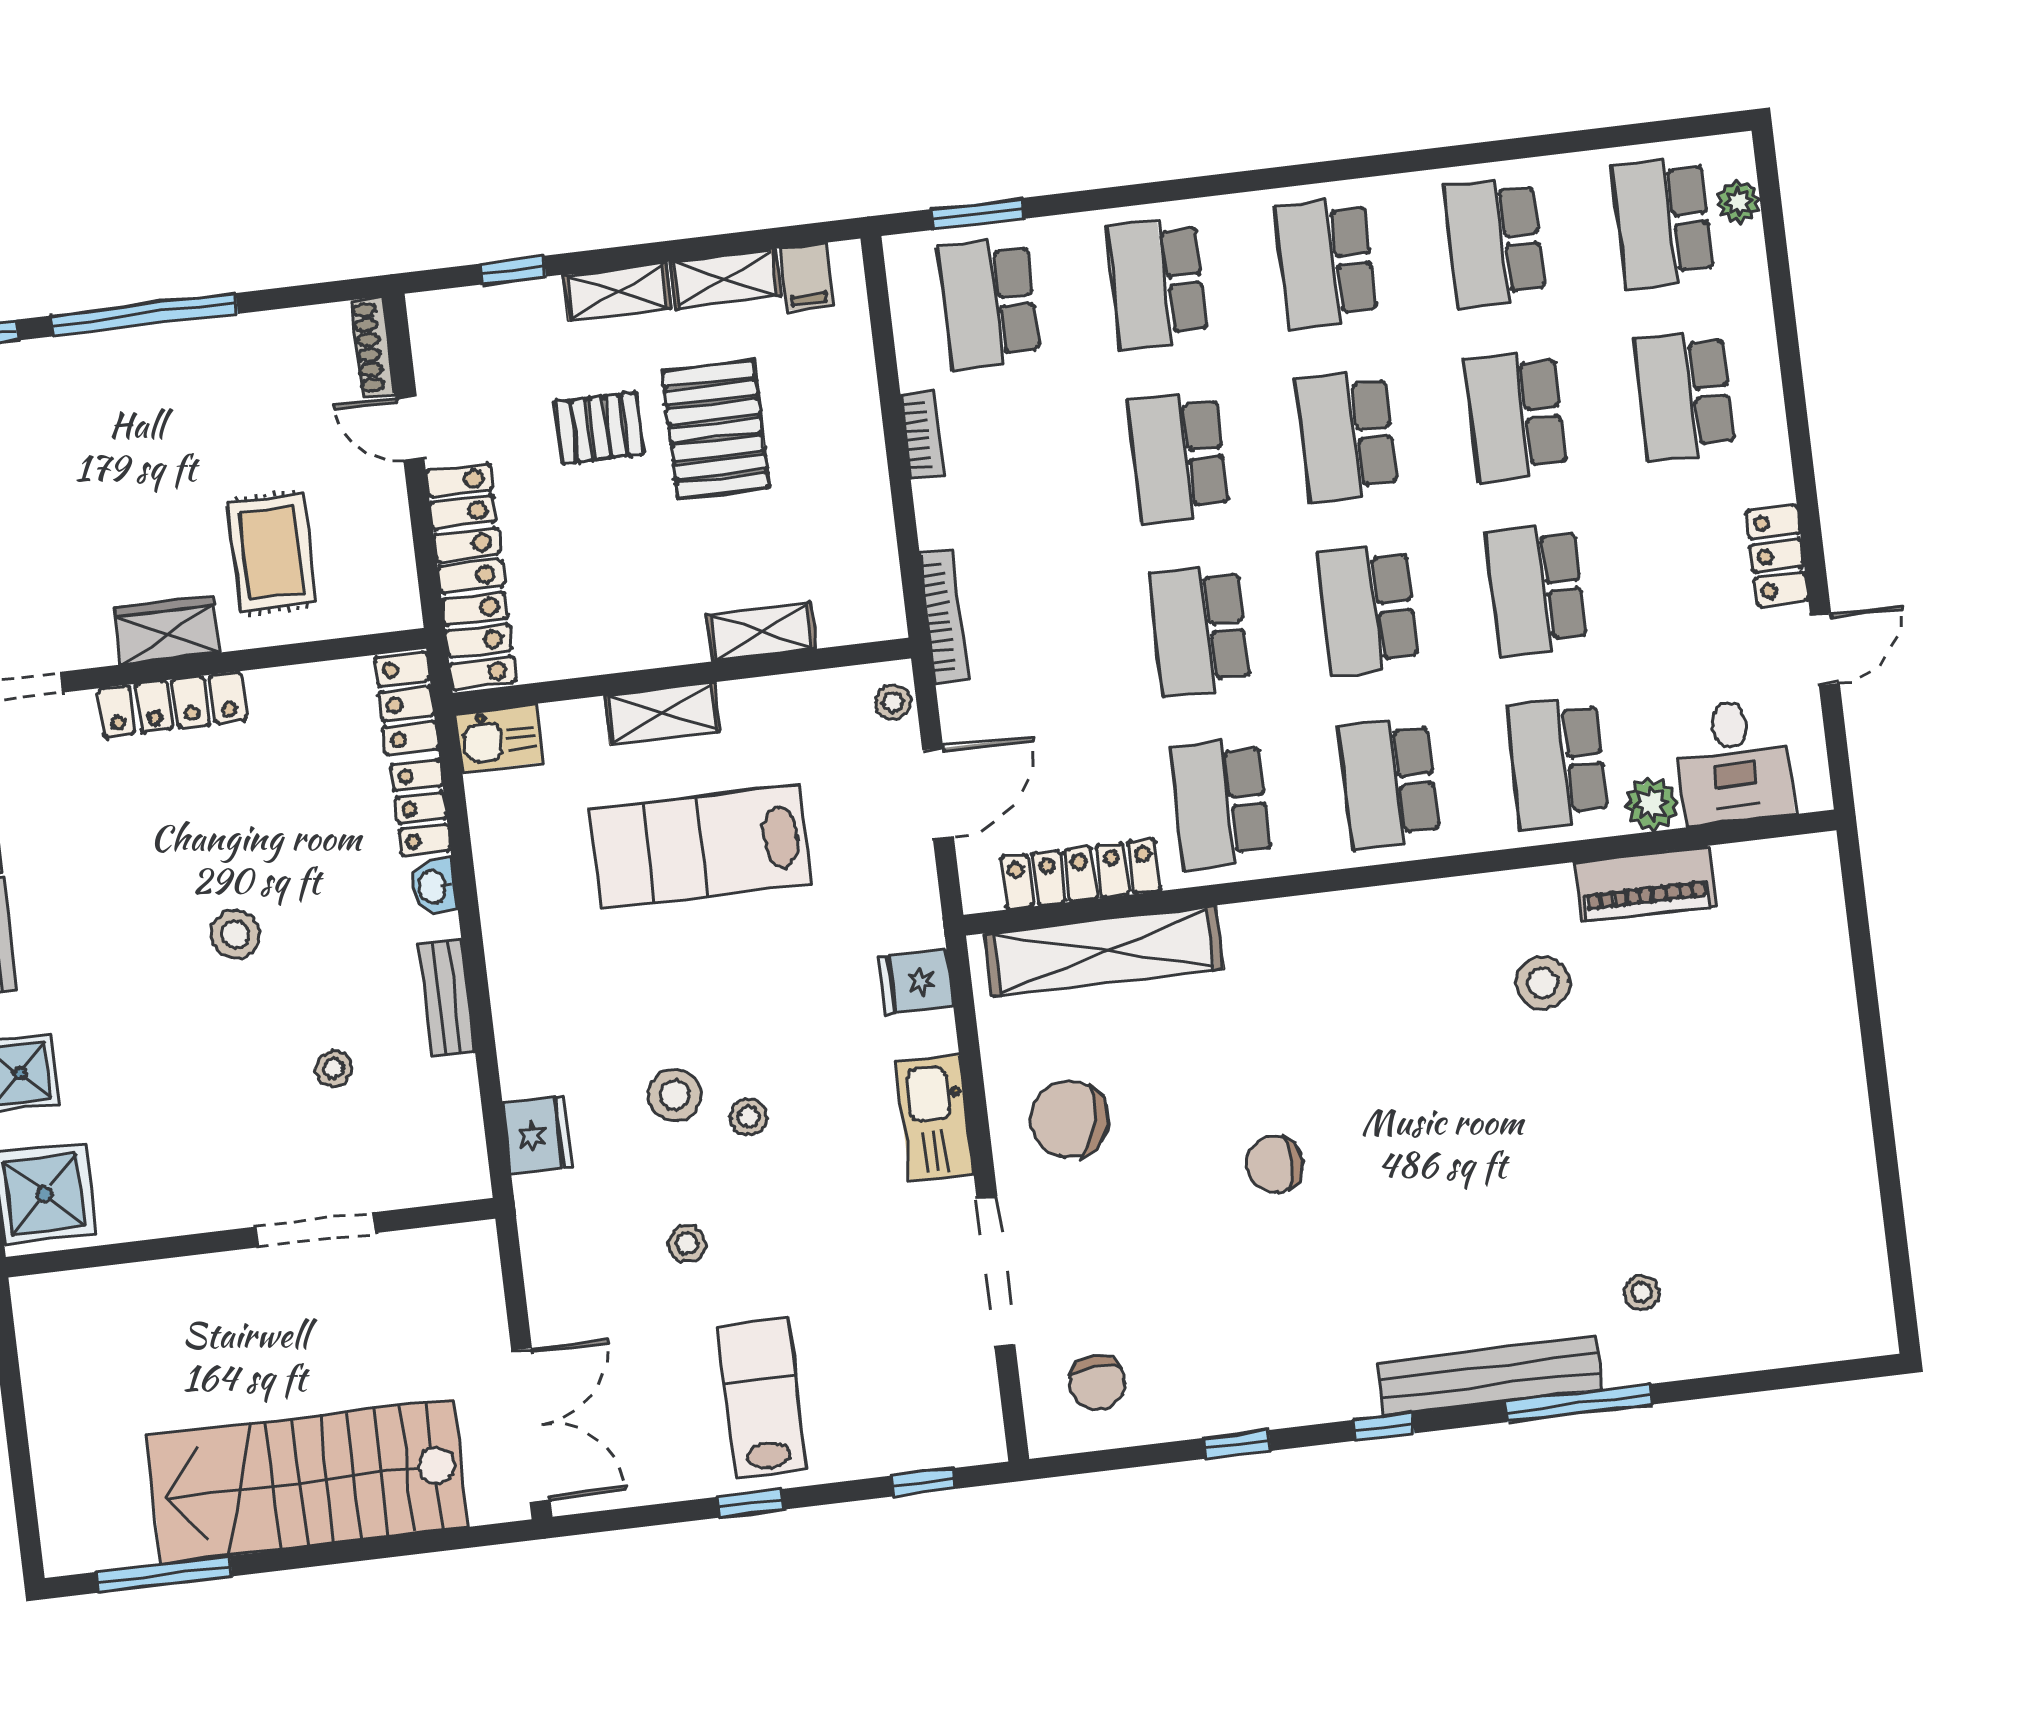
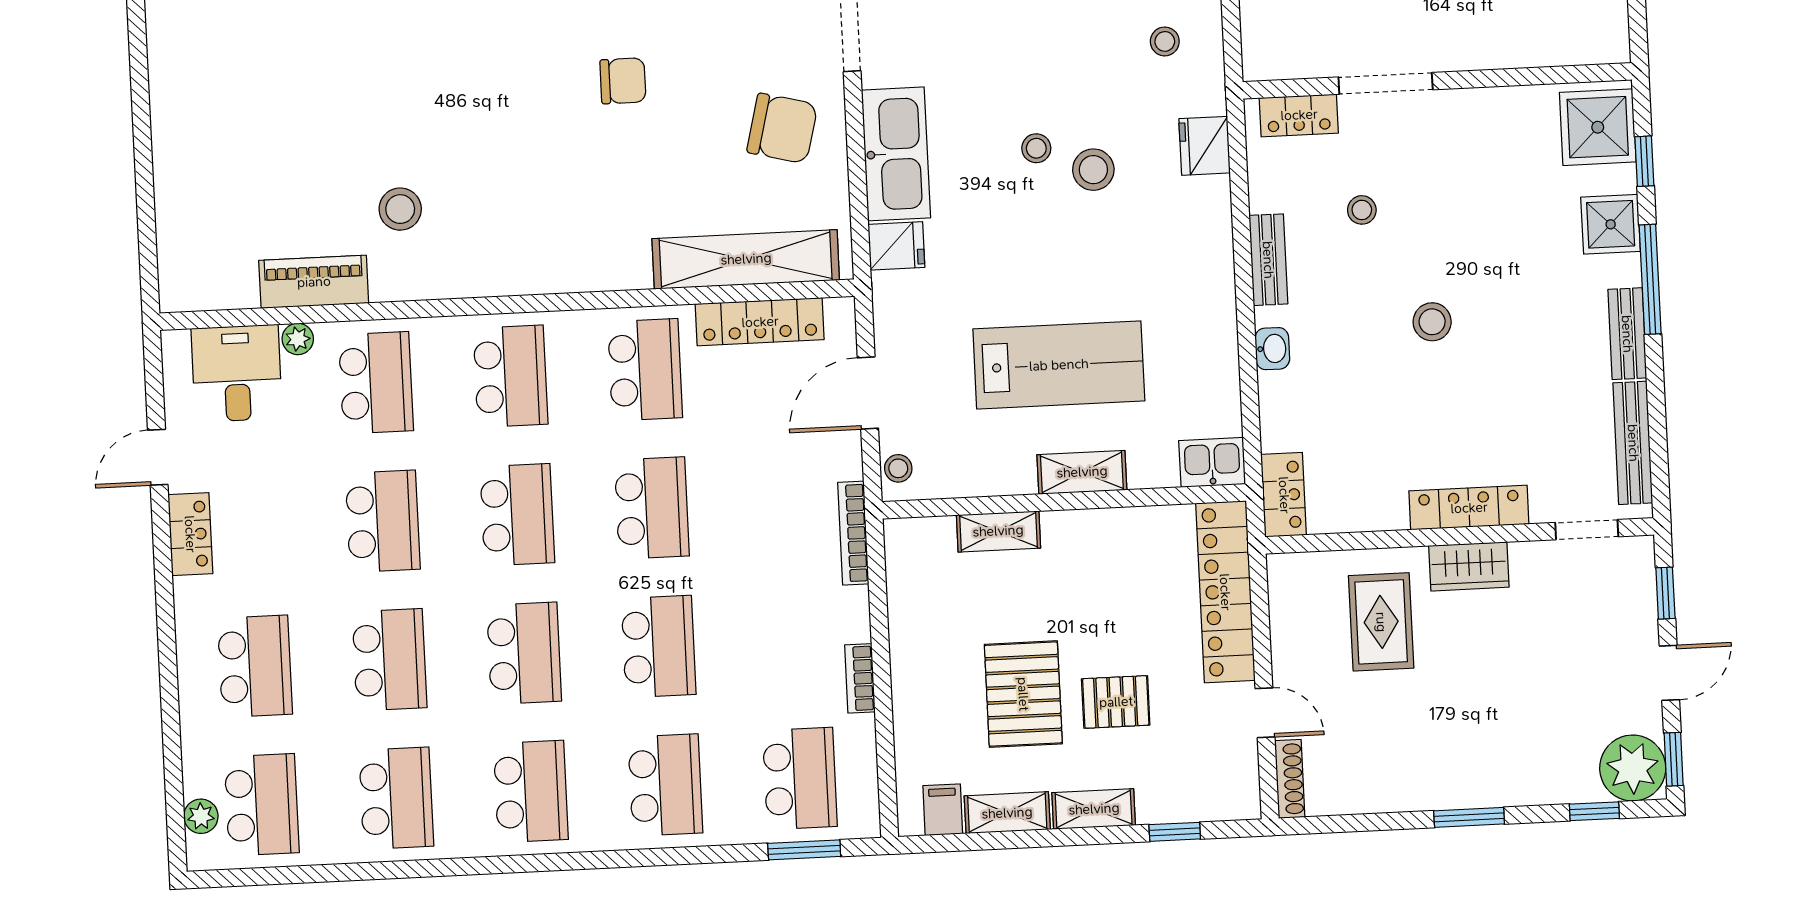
window: (144, 315) -> (1469, 817), width x0.47
plant: (1652, 804) -> (298, 339), width x0.73, depth x0.73
locker: (421, 808) -> (1299, 115), moved, turned 90
kitchen sink: (935, 1118) -> (896, 154), width x1.36, depth x1.24
stool: (687, 1243) -> (1165, 41), moved

